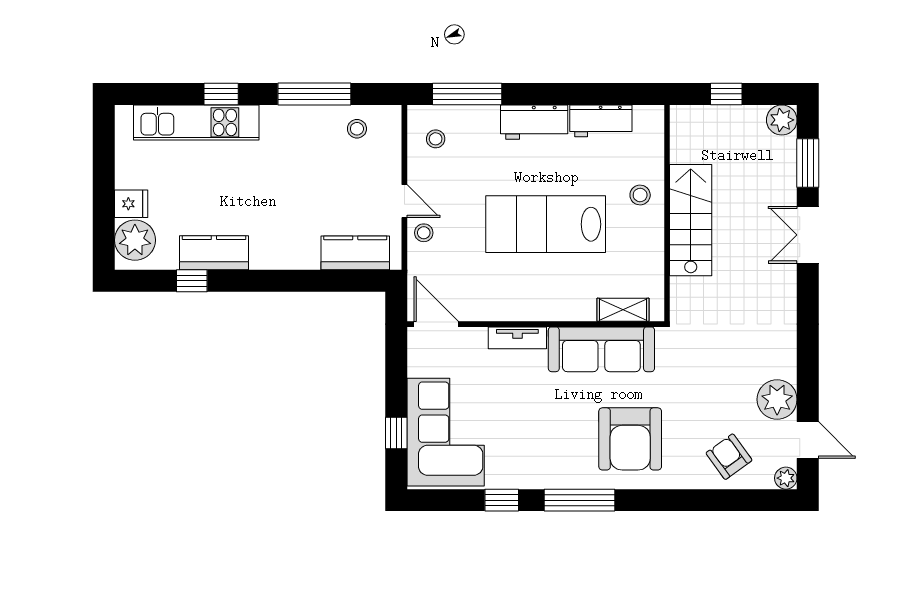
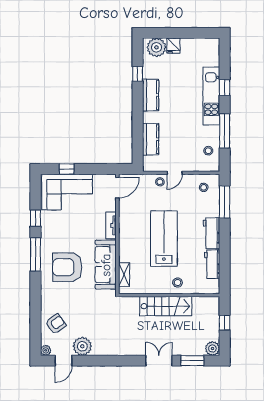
kitchen unit: (196, 122) -> (211, 96), moved
kitchen counter: (214, 253) -> (151, 95), moved
kitchen counter: (355, 253) -> (151, 139), moved
armchair: (630, 439) -> (67, 267), moved

